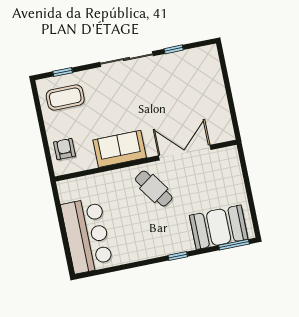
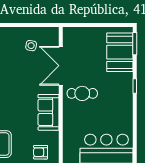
side table: (203, 108) -> (31, 46), added
cafe table: (154, 189) -> (82, 93), turned 35

